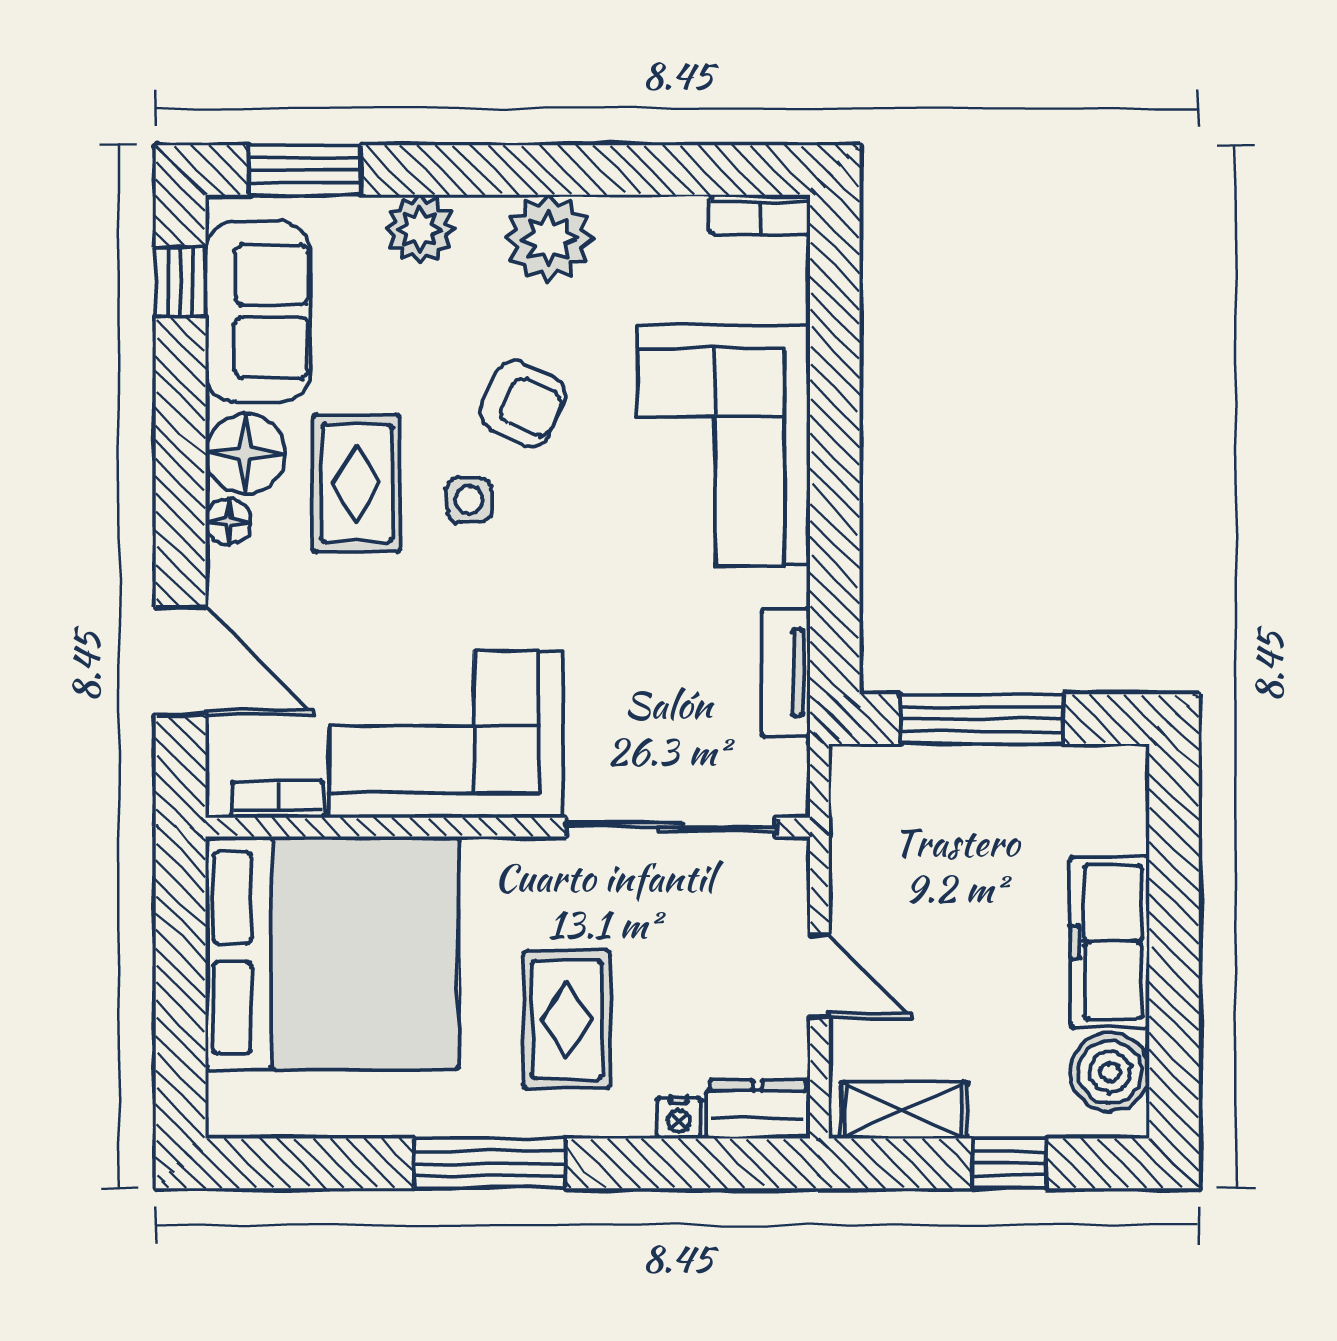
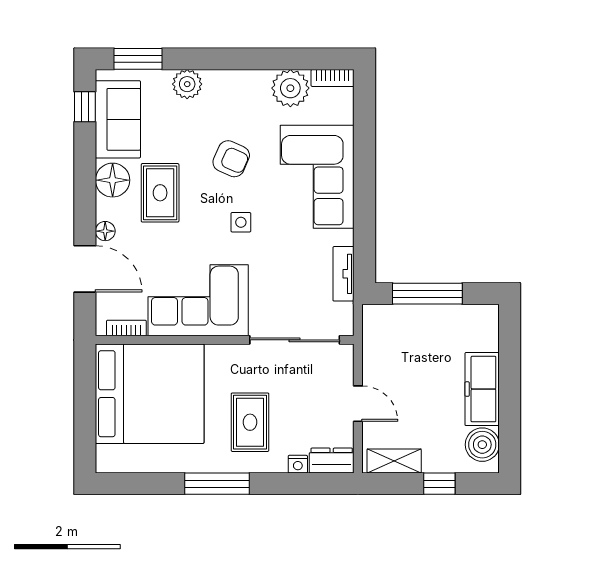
plant: (548, 239) -> (290, 88), moved
side table: (469, 500) -> (241, 222), moved
floor lamp: (228, 521) -> (105, 231), moved

